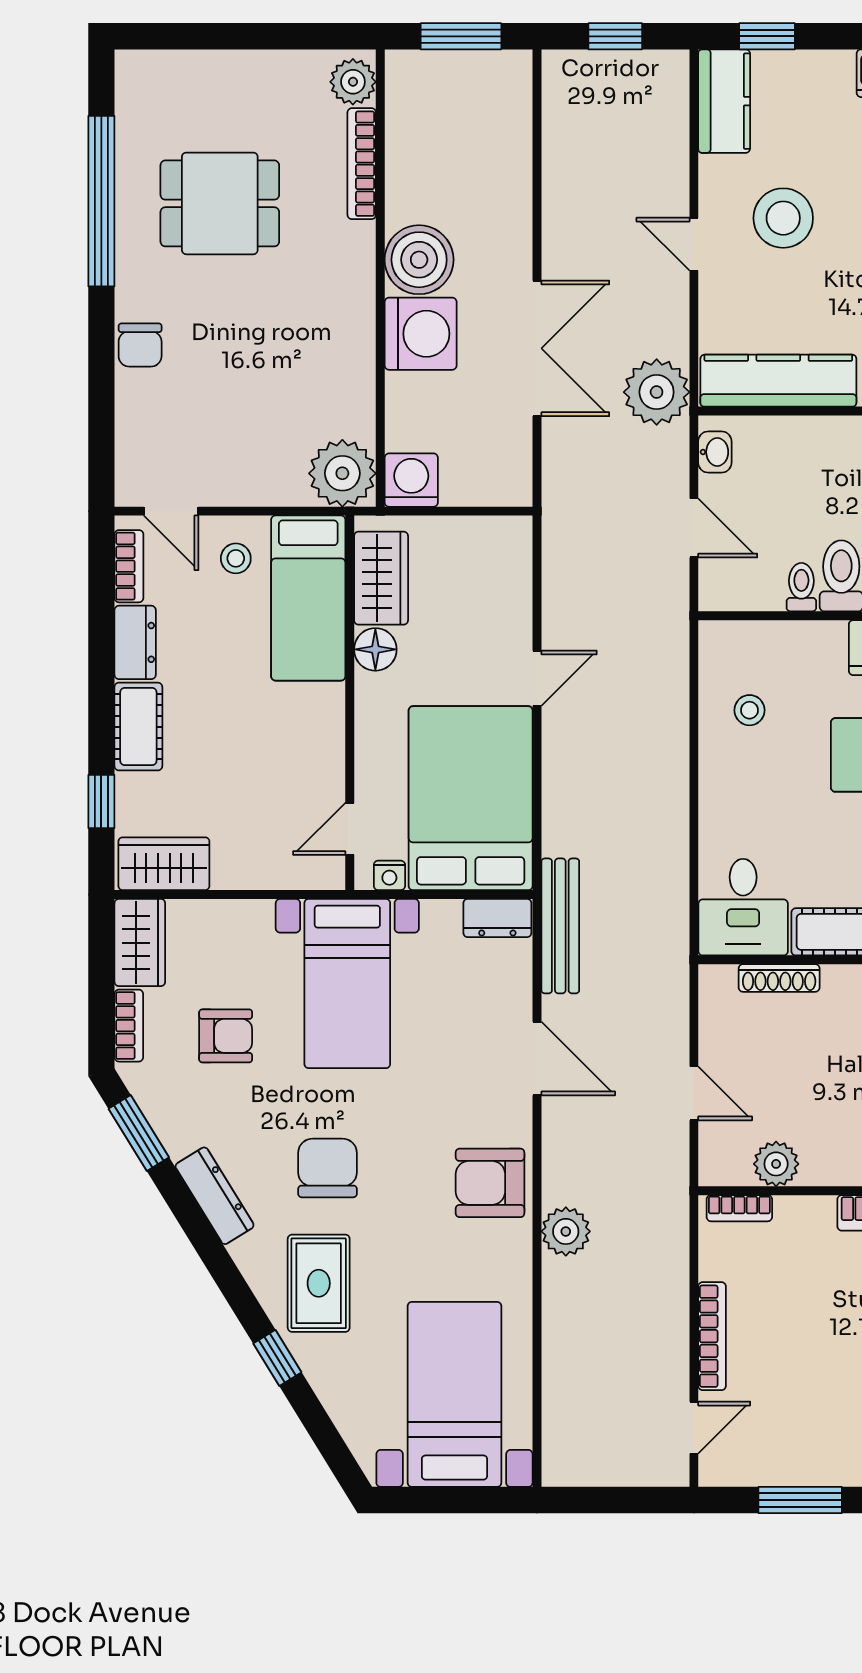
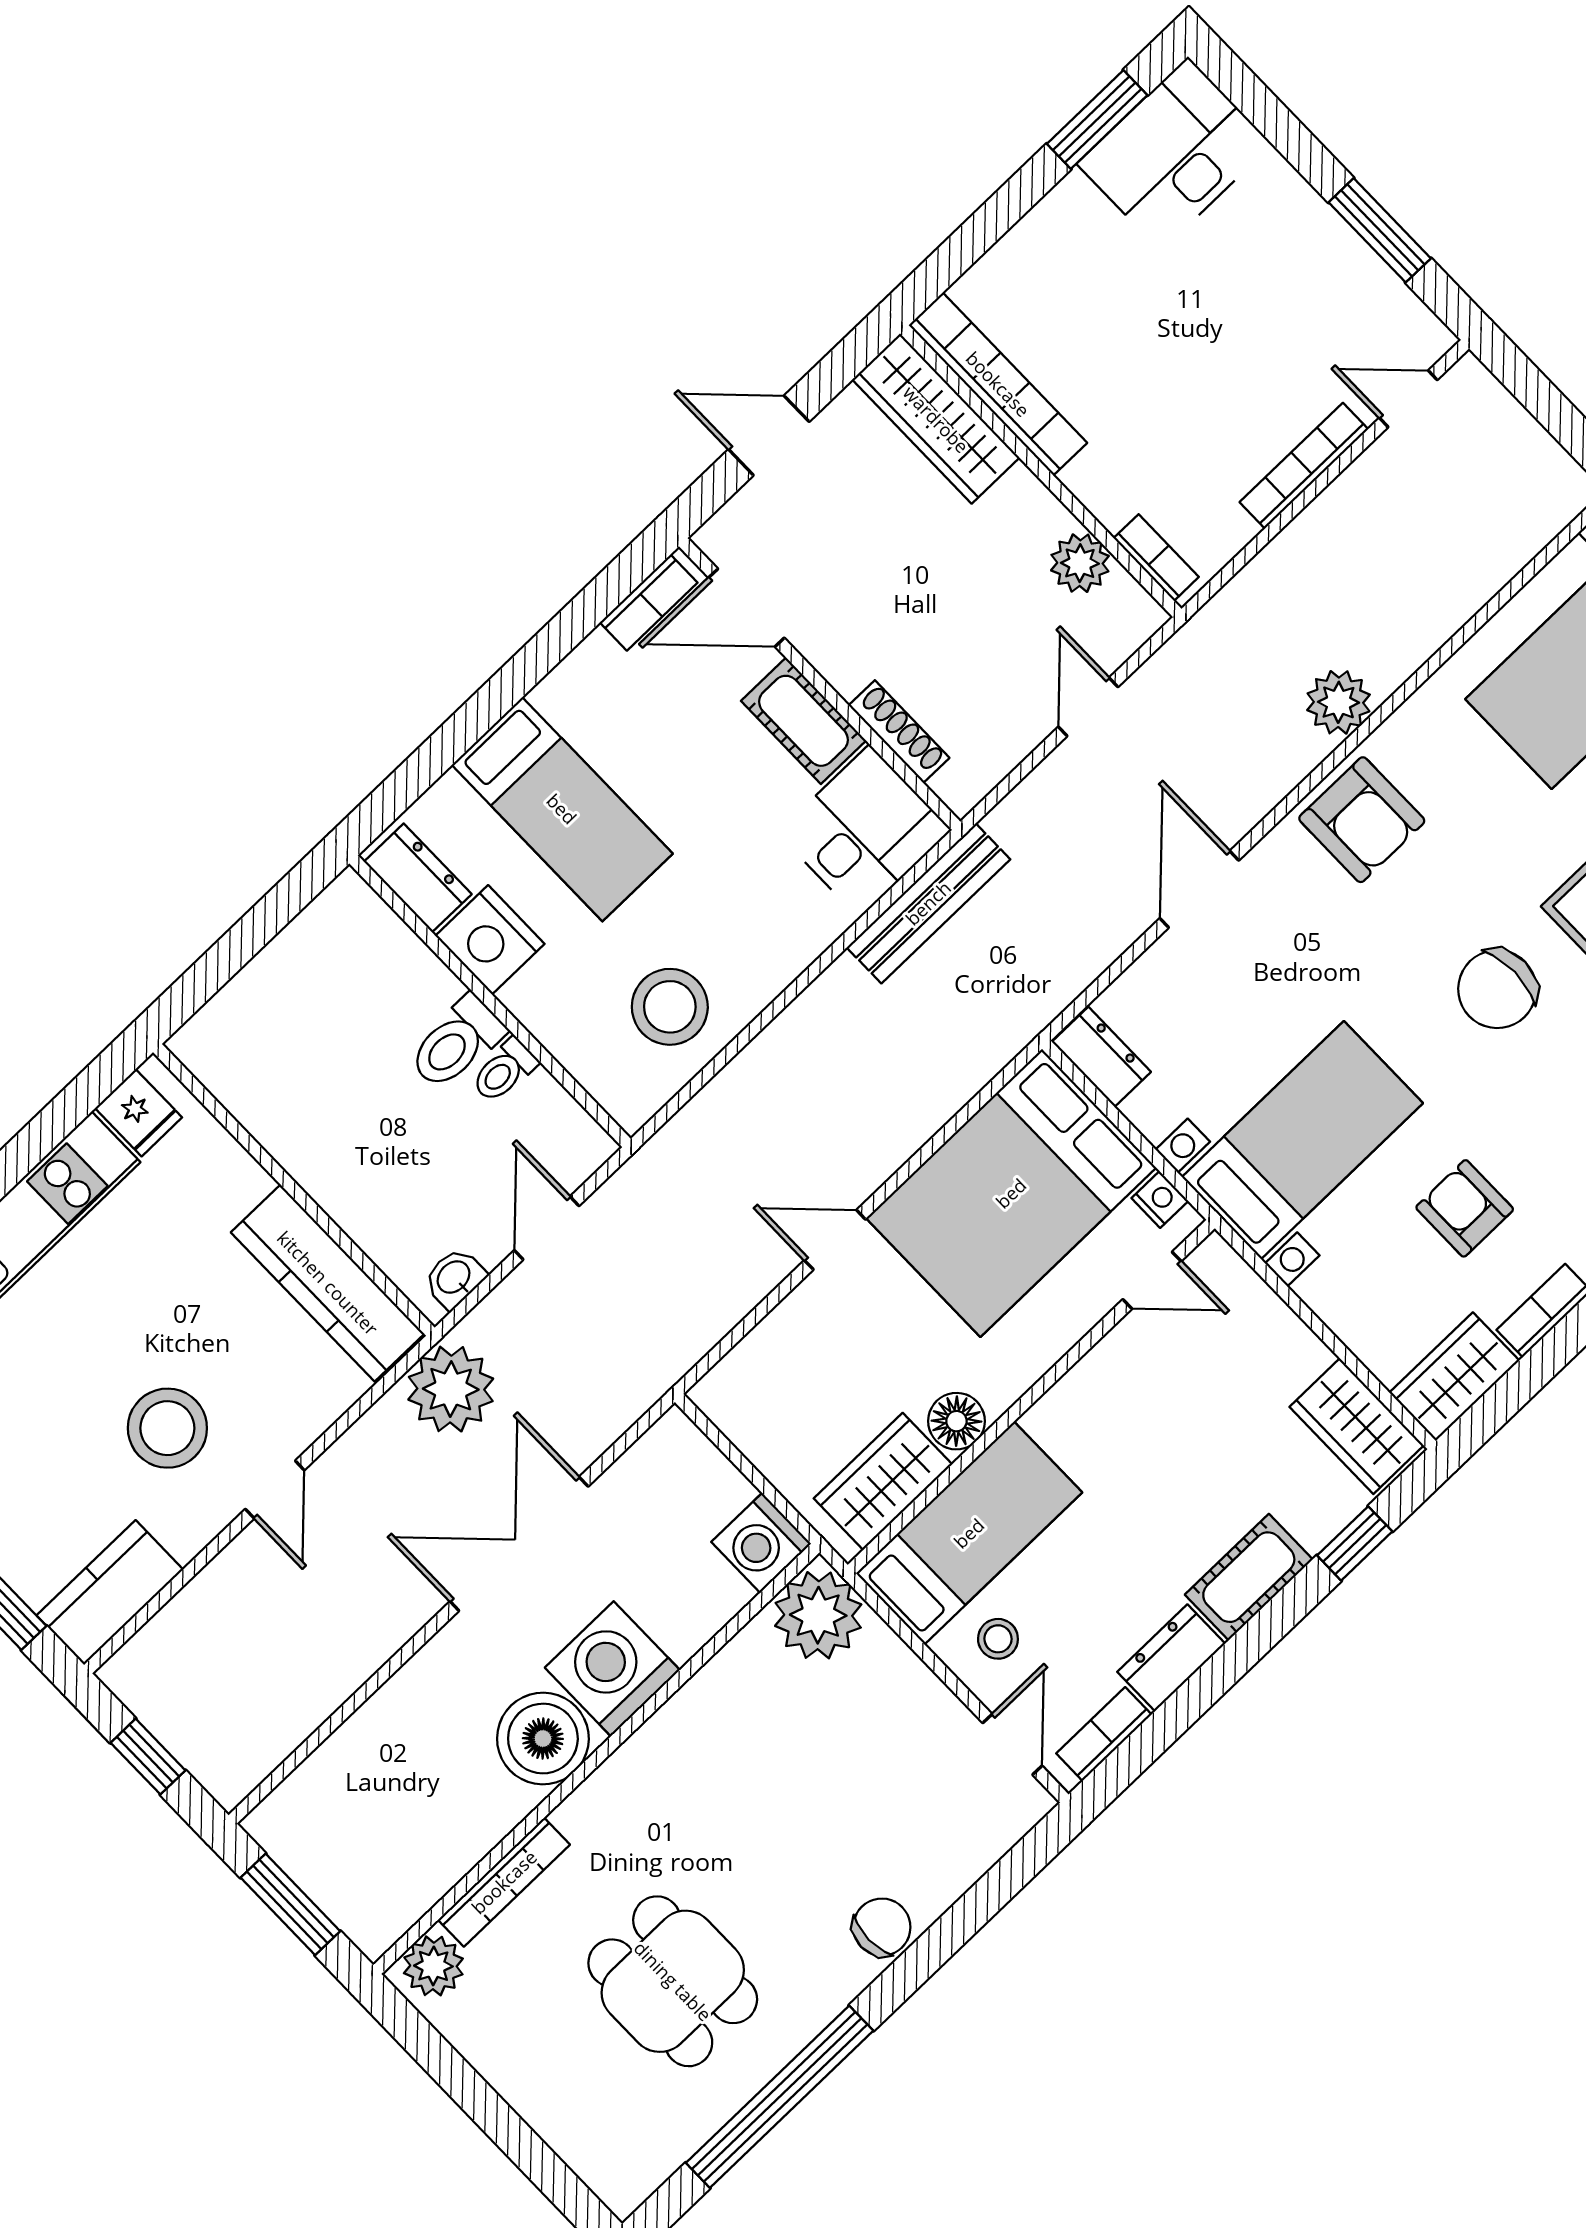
stool: (749, 710) -> (670, 1007), width x1.89, depth x1.89
bench: (560, 926) -> (928, 903), moved

